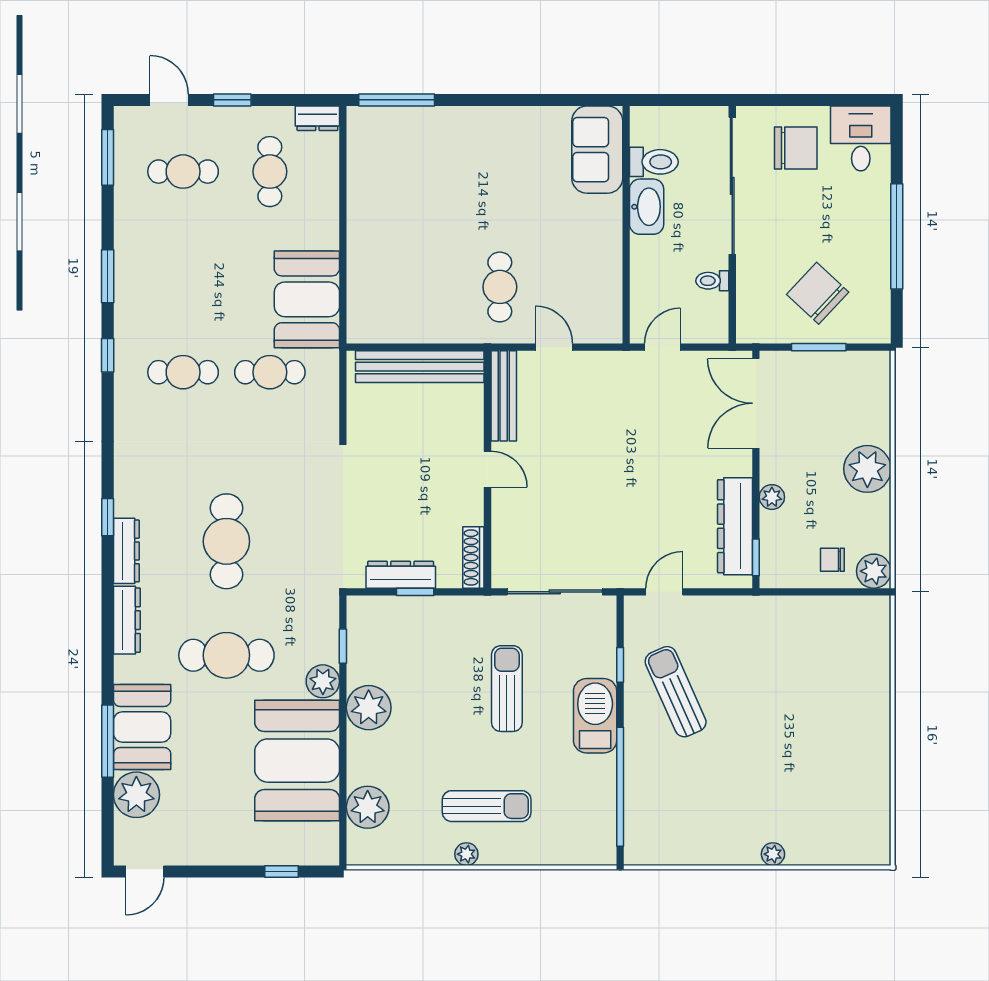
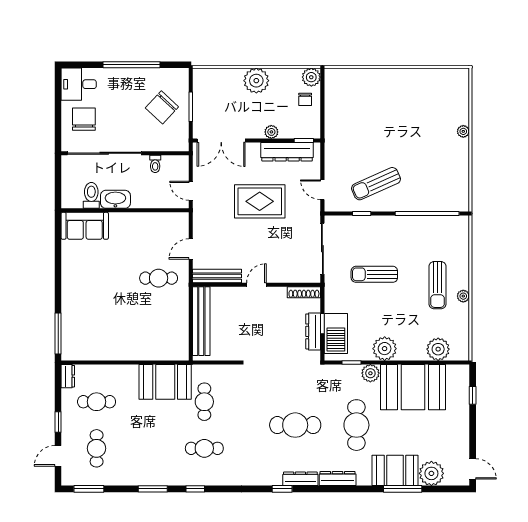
cafe table: (183, 372) -> (204, 448), turned 90
rug: (643, 475) -> (260, 201), added
barbecue: (595, 716) -> (336, 333), moved, turned -90
sun lounger: (487, 806) -> (437, 285), turned 180

